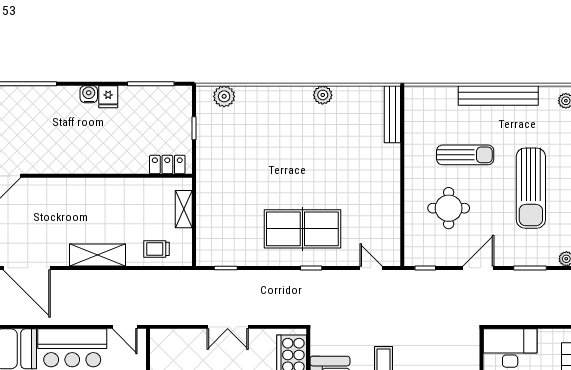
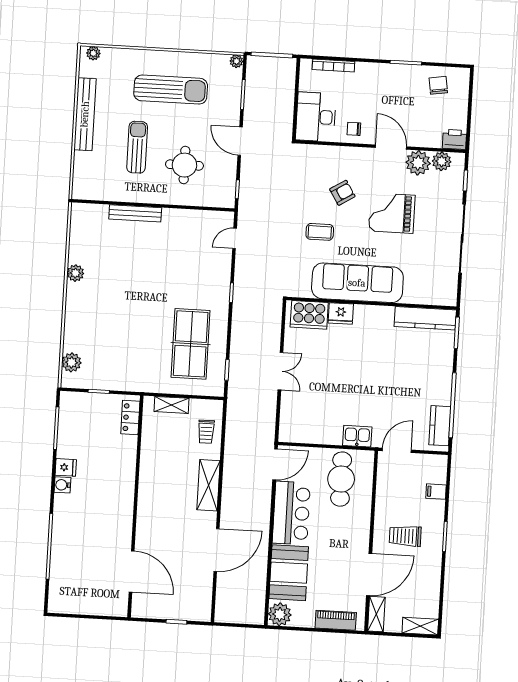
bench: (392, 114) -> (135, 213), moved
table tennis table: (302, 229) -> (191, 344), moved
door: (125, 327) -> (275, 464), width x1.38

